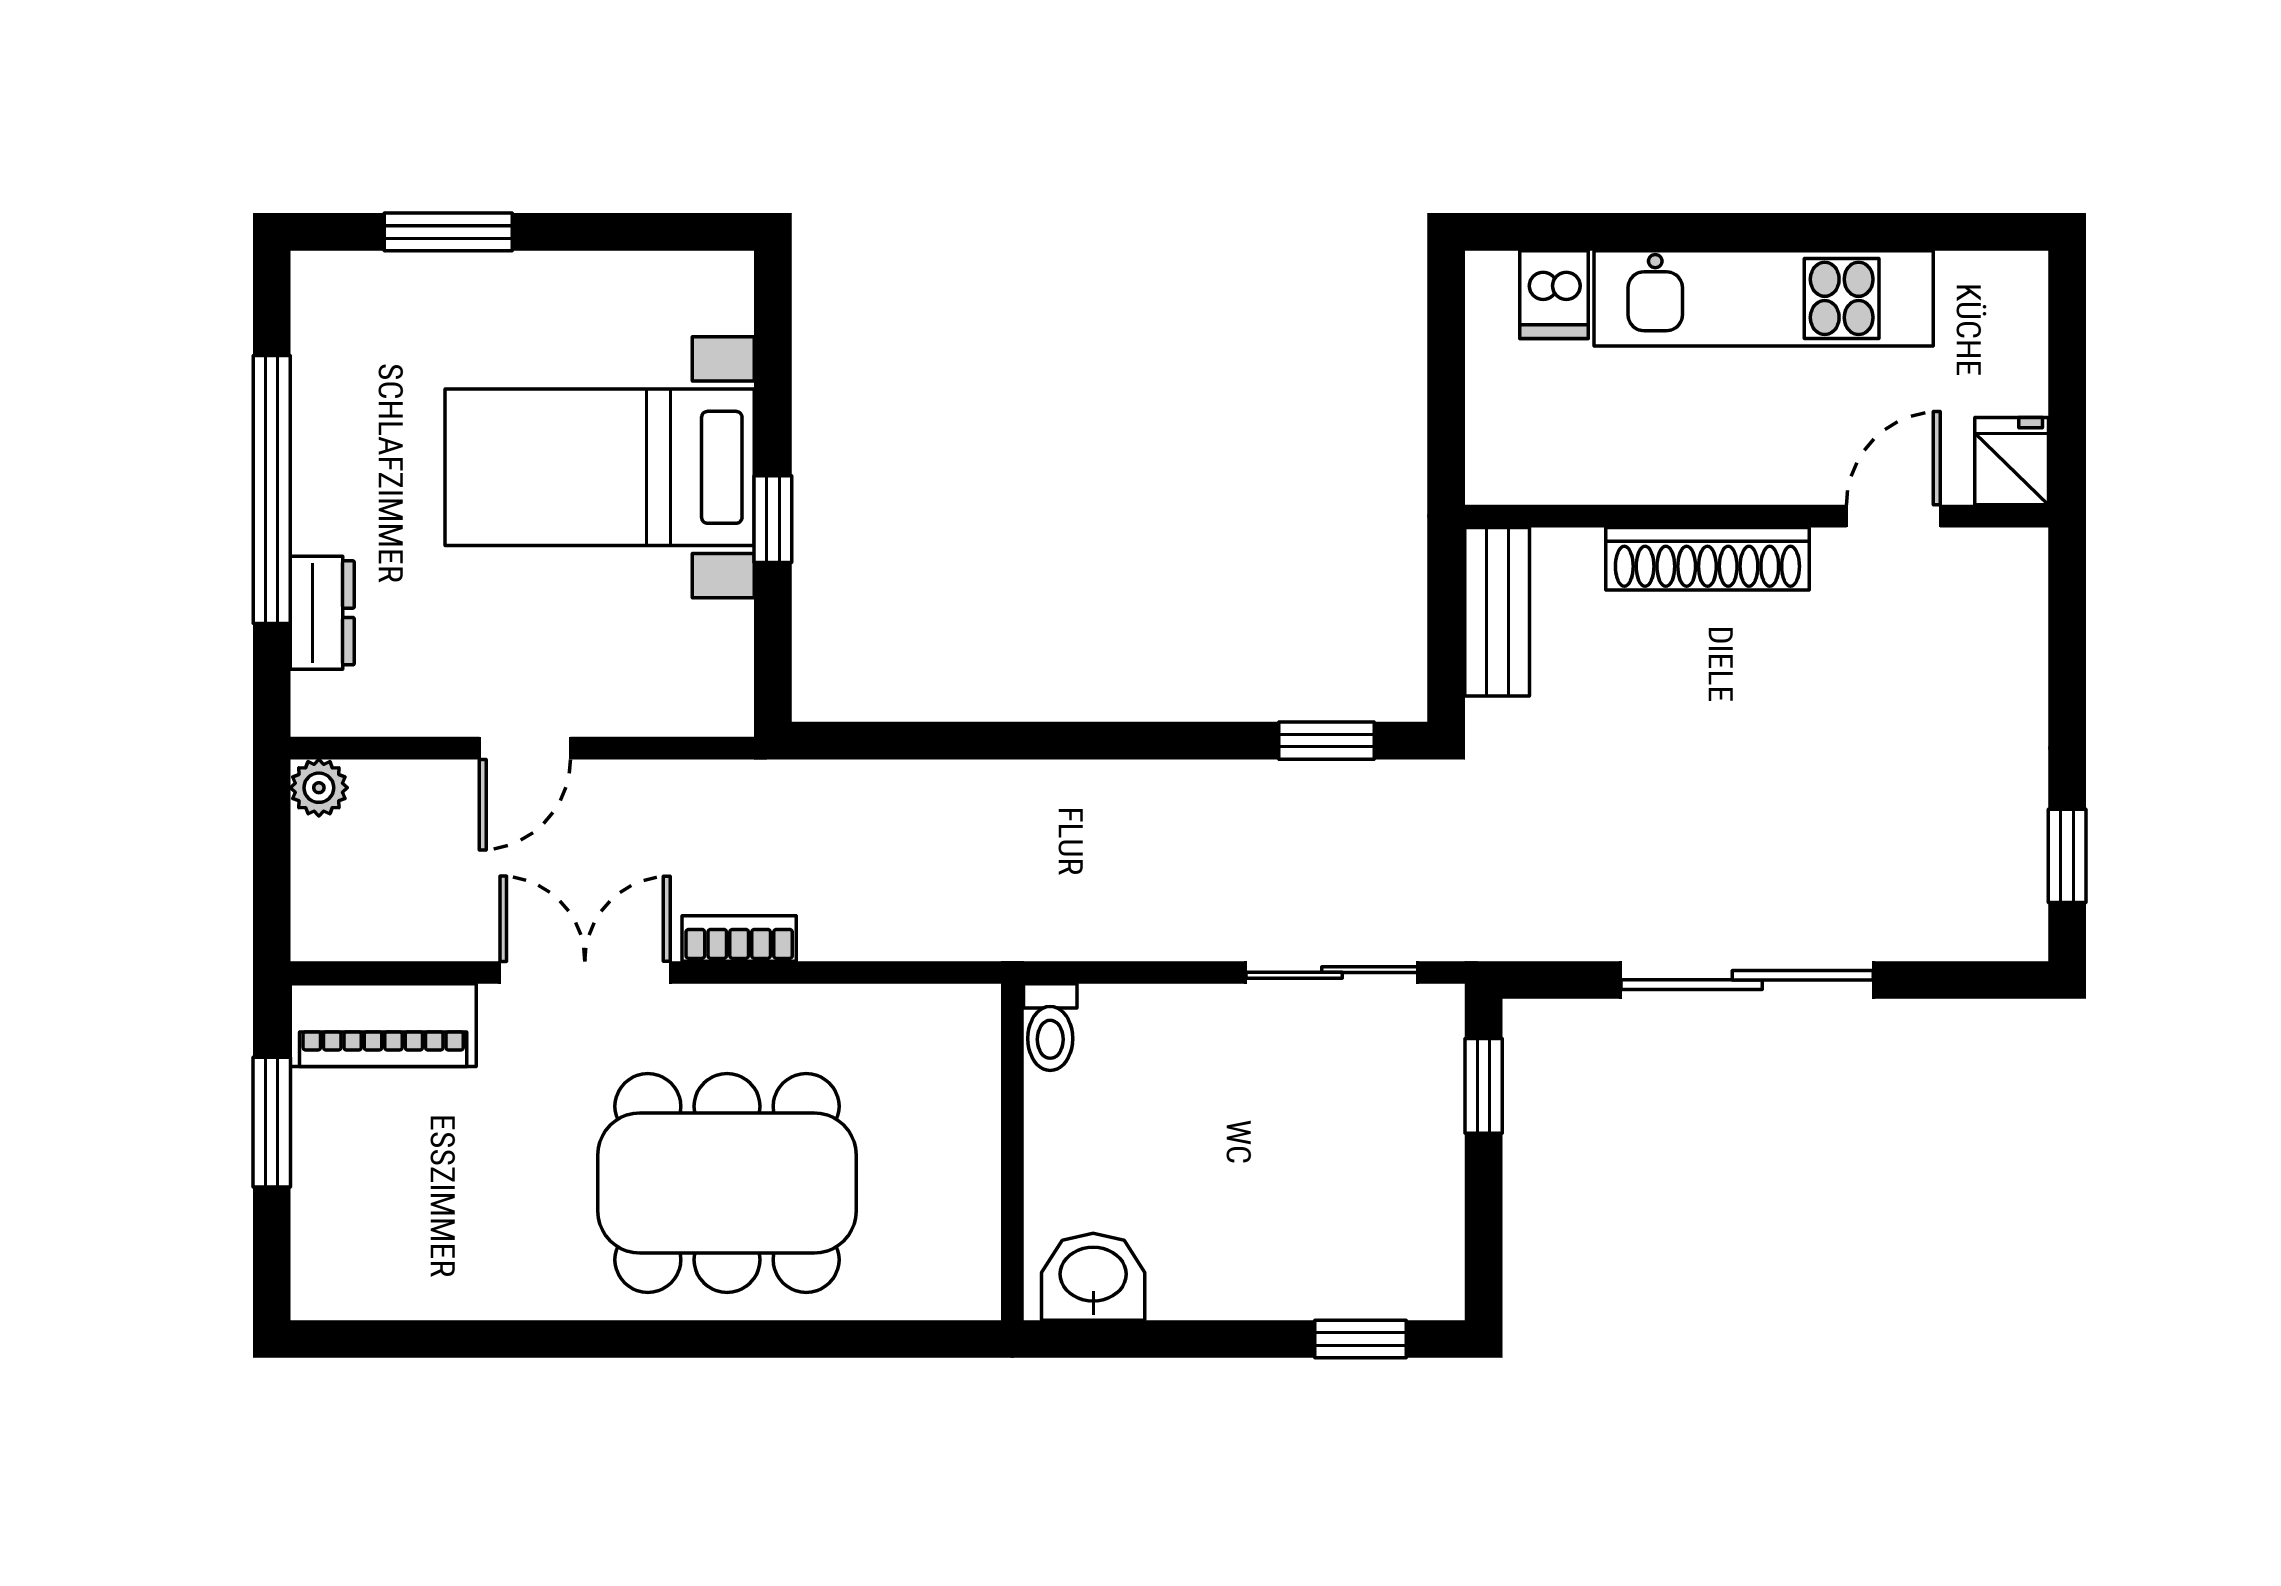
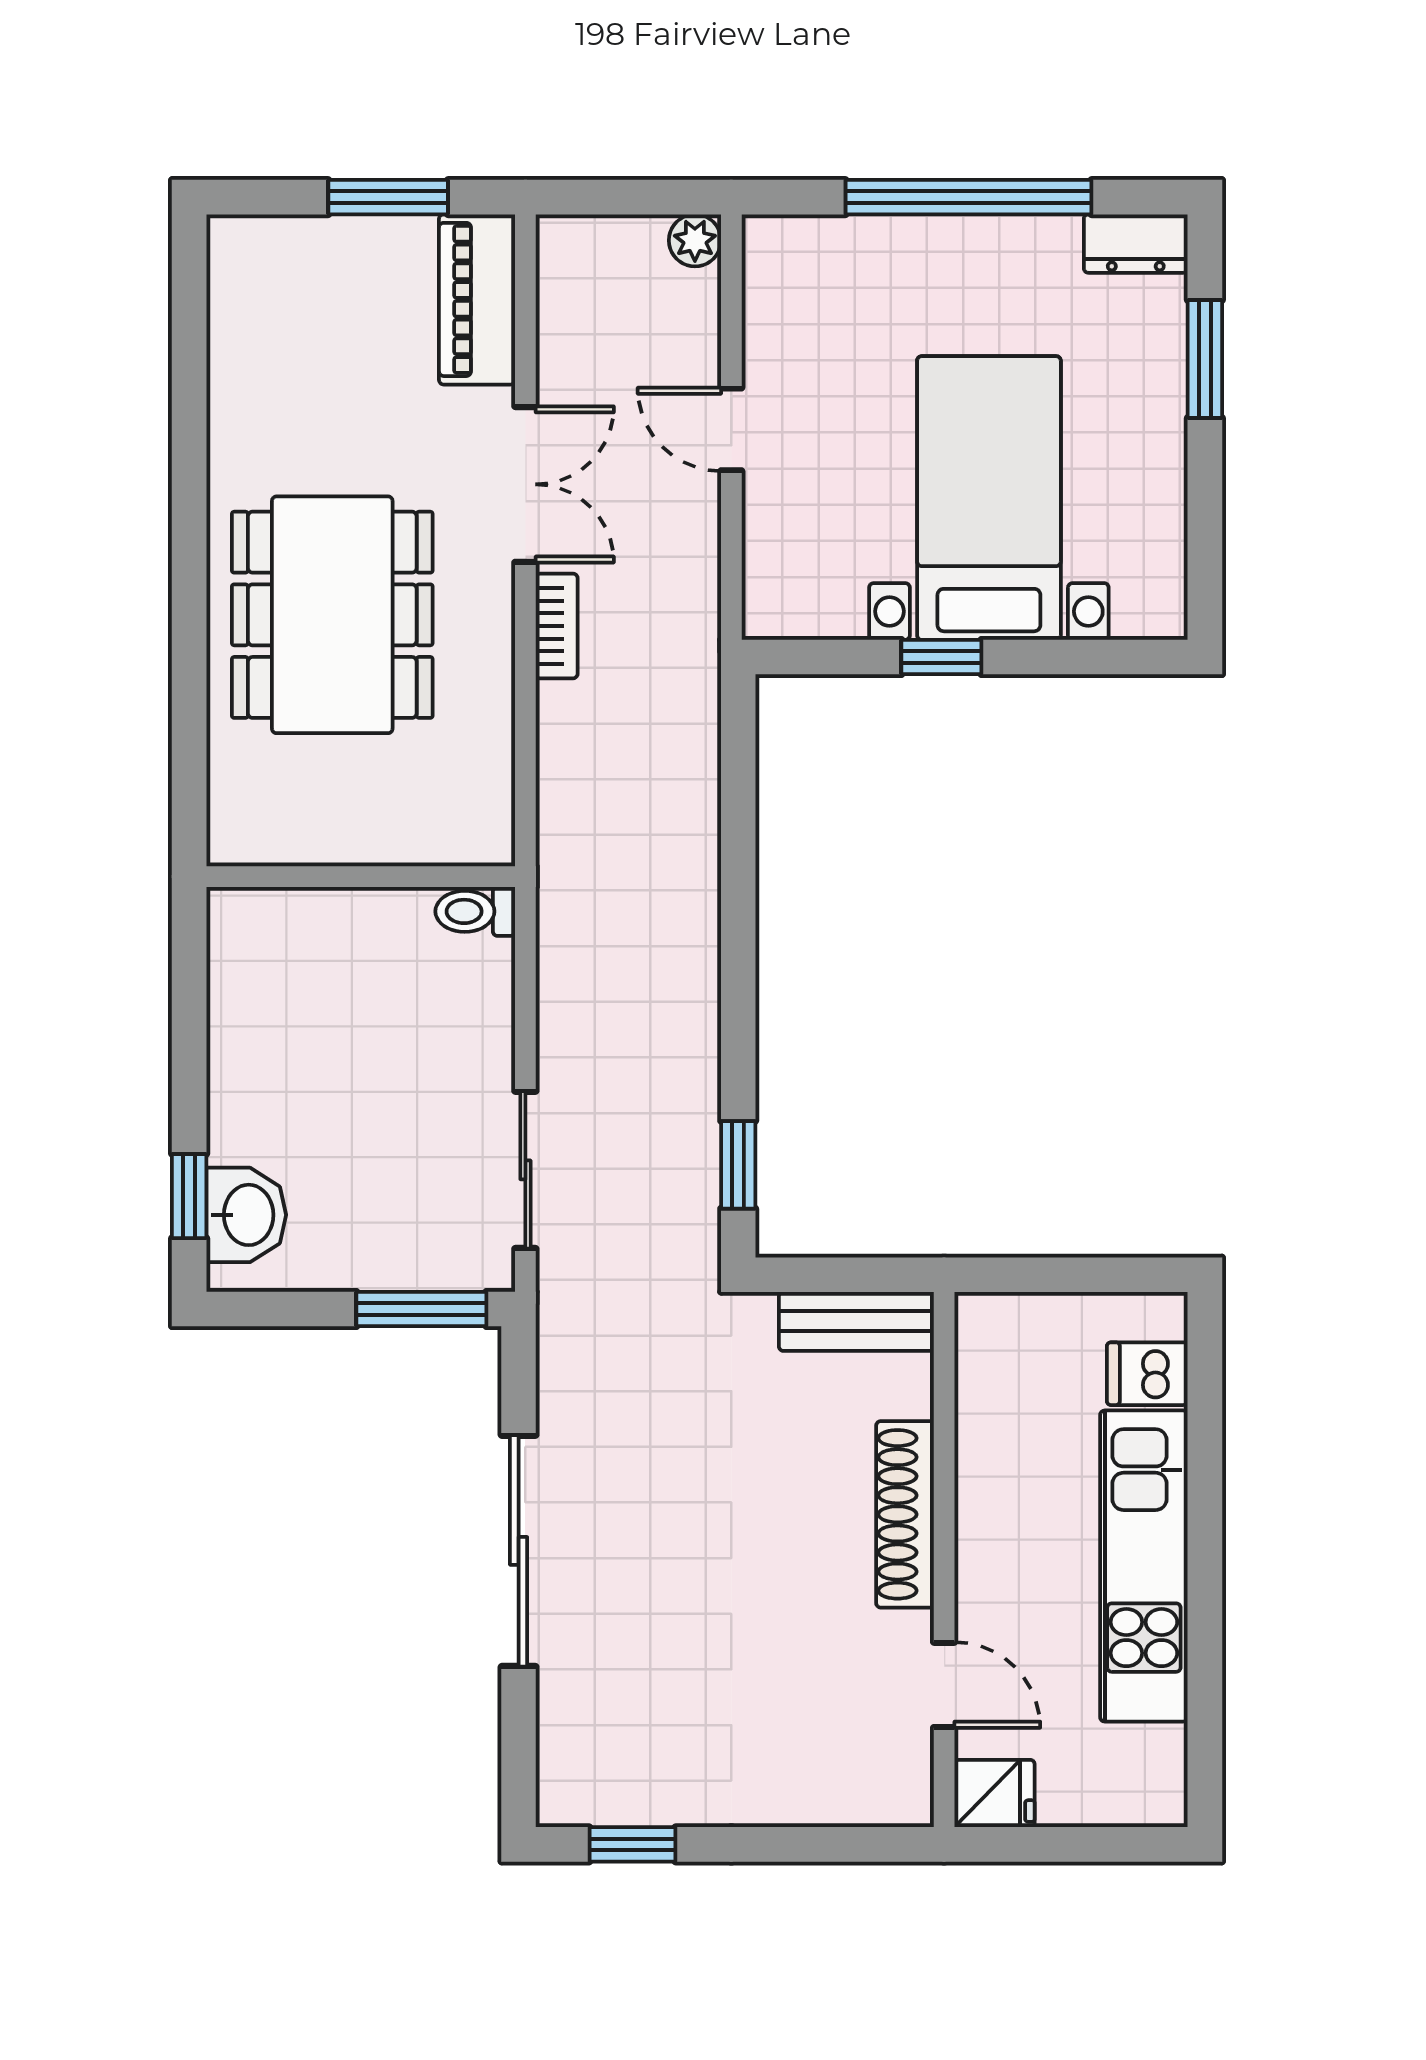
dresser: (322, 613) -> (1136, 244), moved
window: (1484, 1086) -> (421, 1309), width x1.50
washbasin: (1093, 1277) -> (246, 1215), moved

